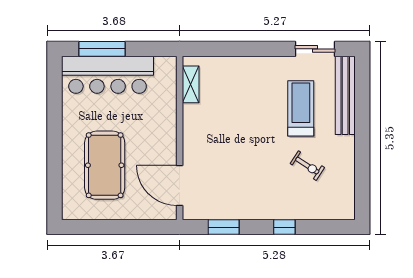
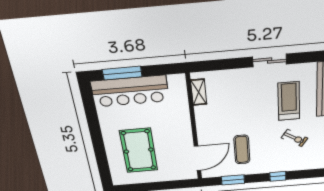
sliding door: (315, 49) -> (270, 61), moved
exercise mat: (239, 177) -> (242, 150), added
door: (180, 186) -> (197, 158), swing flipped

